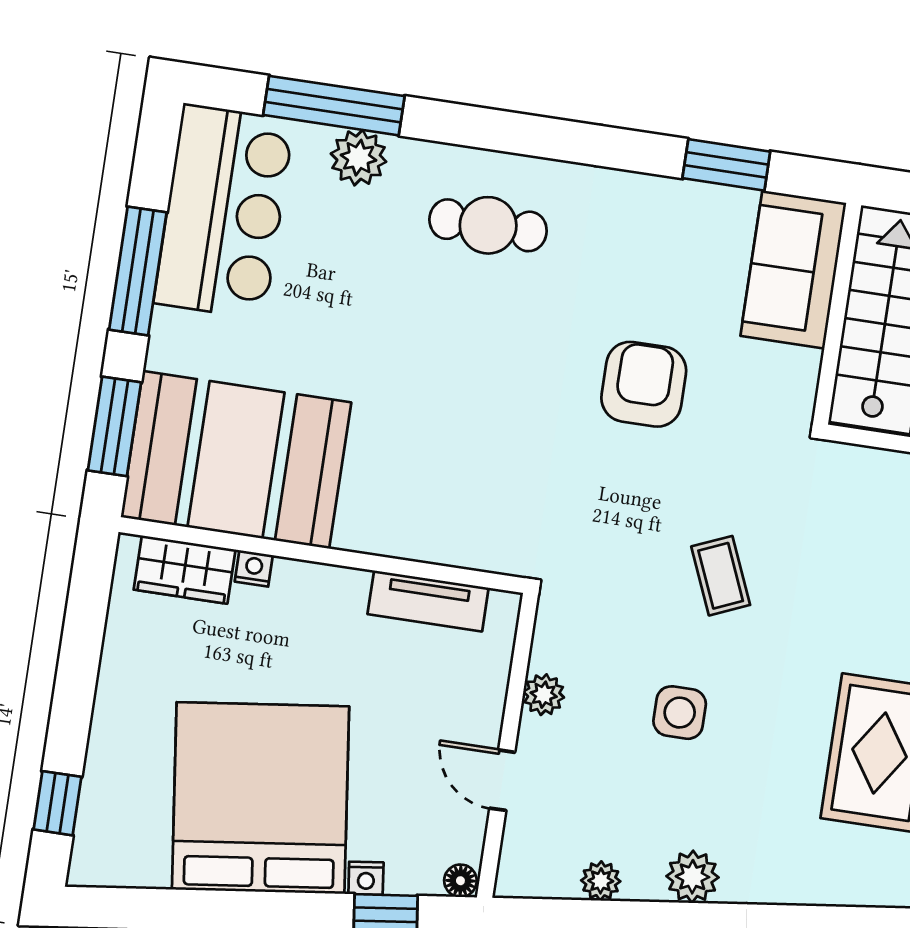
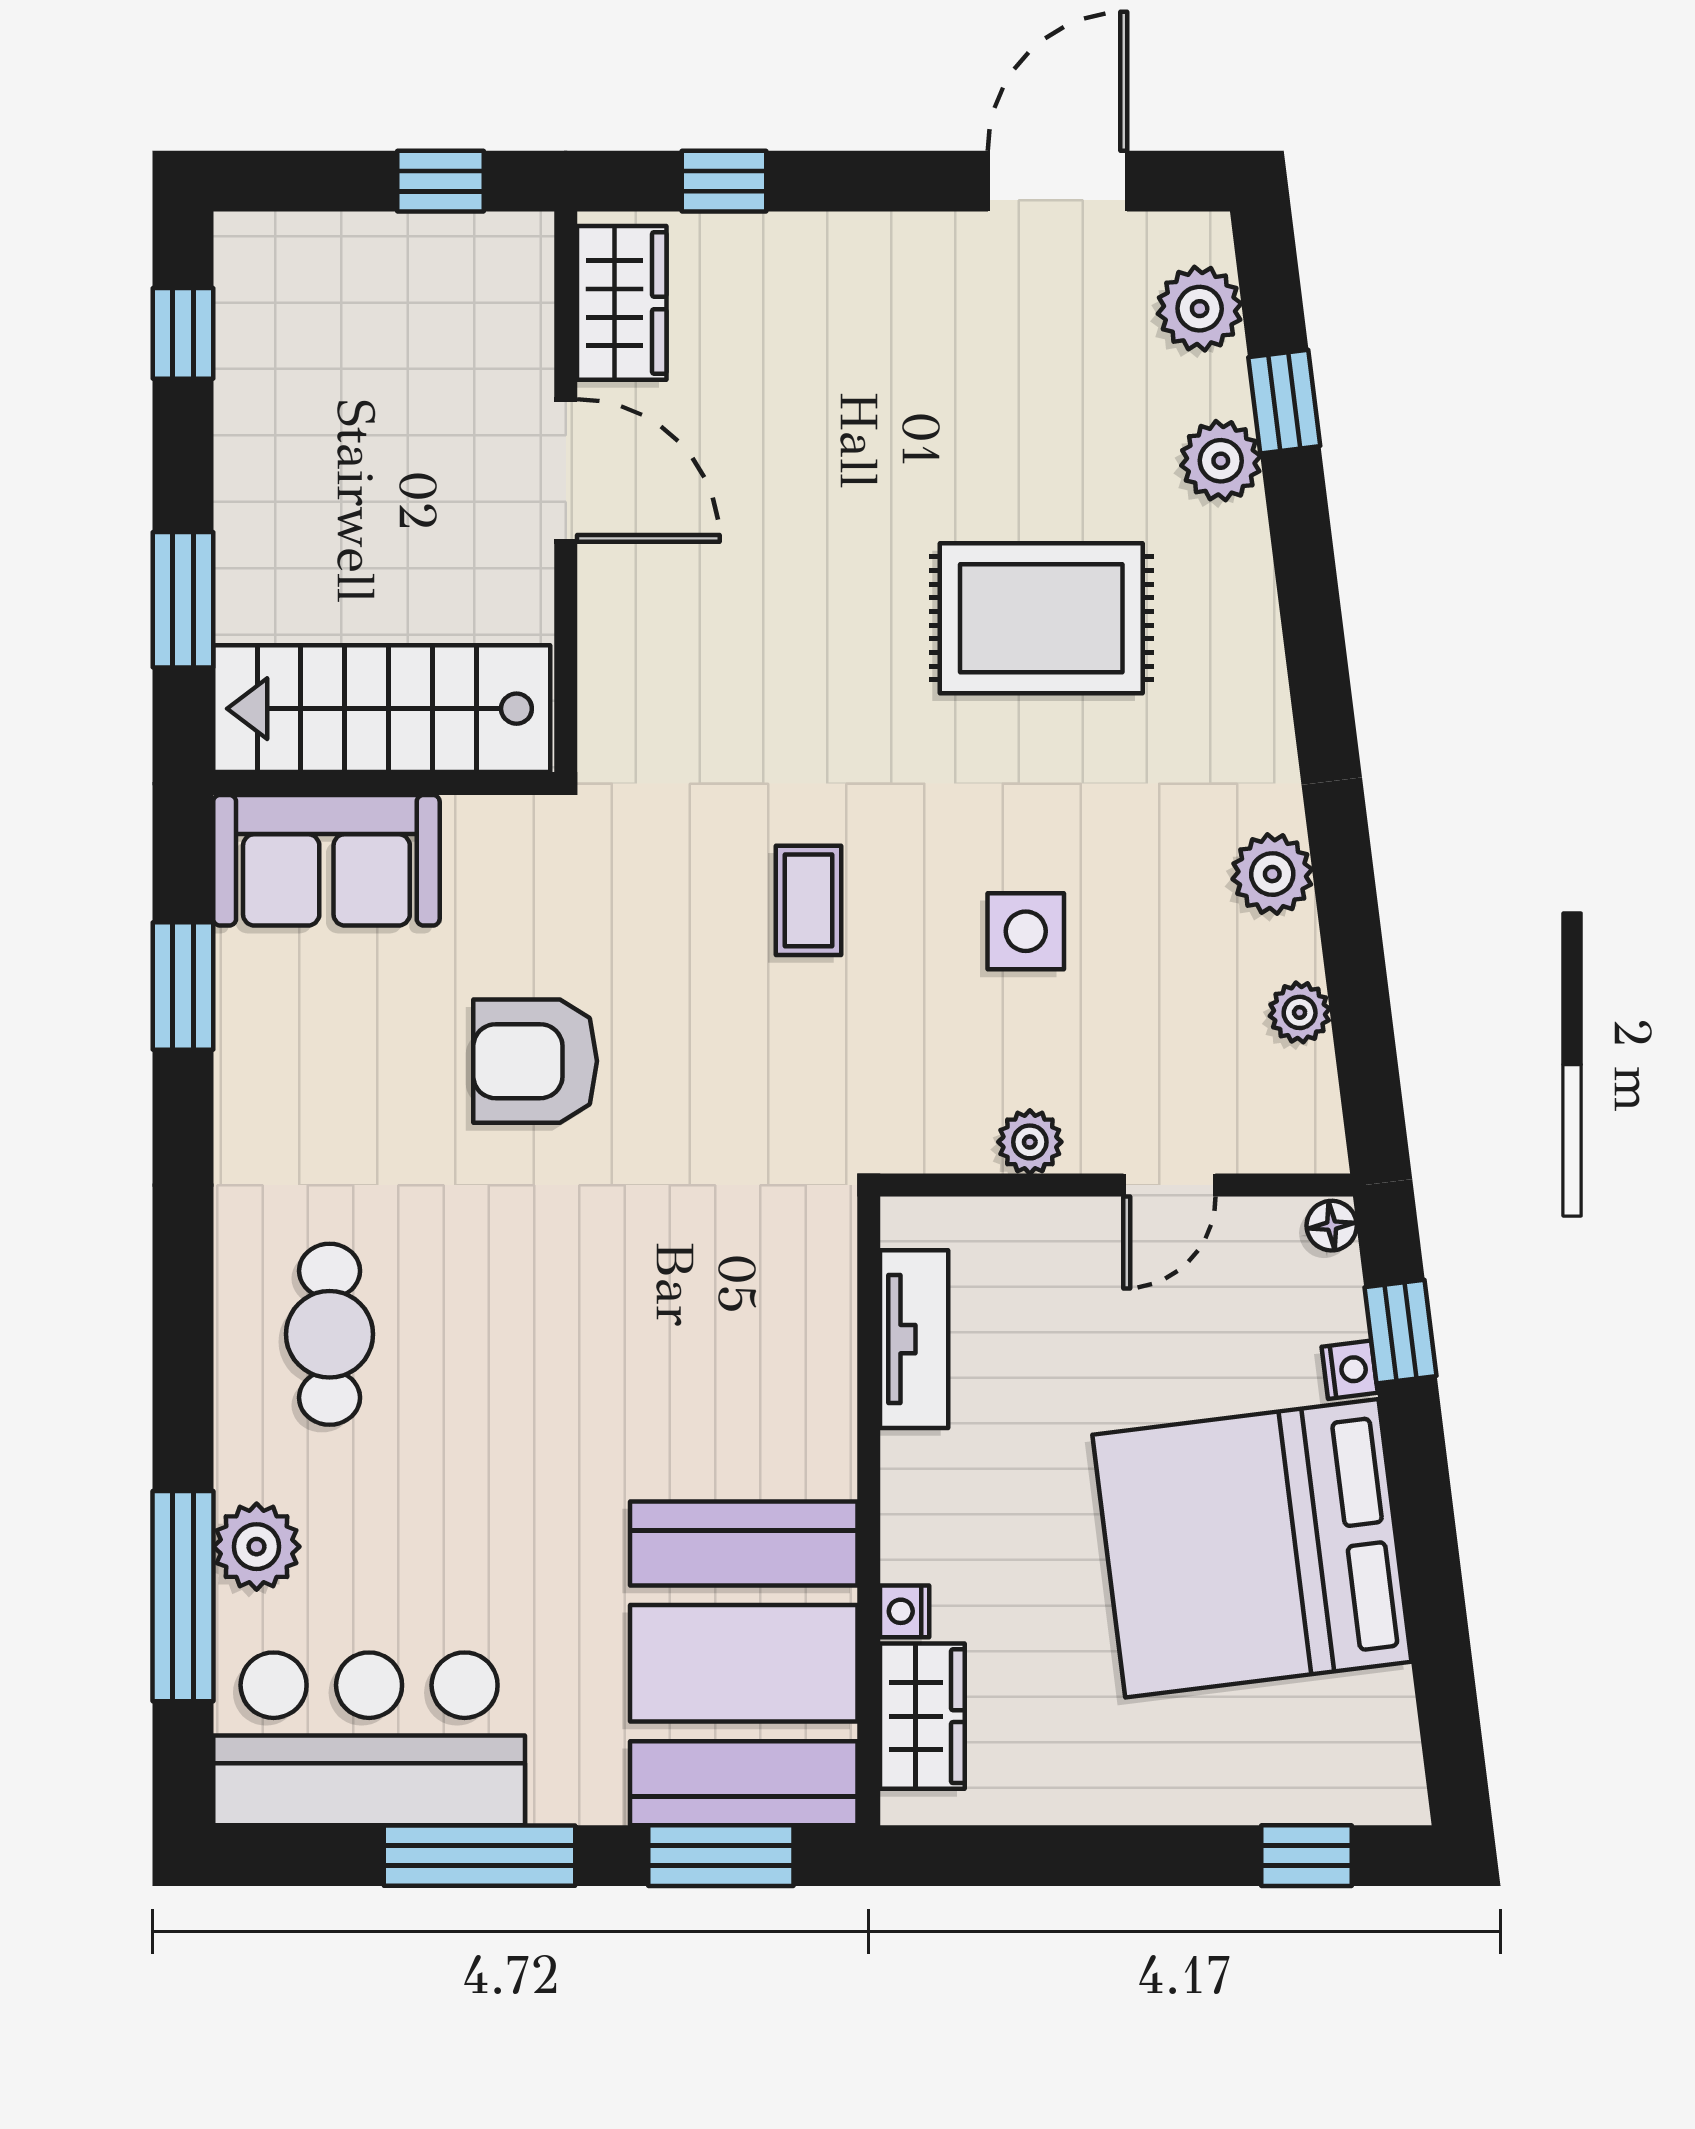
coffee table: (721, 576) -> (808, 900), turned -67

